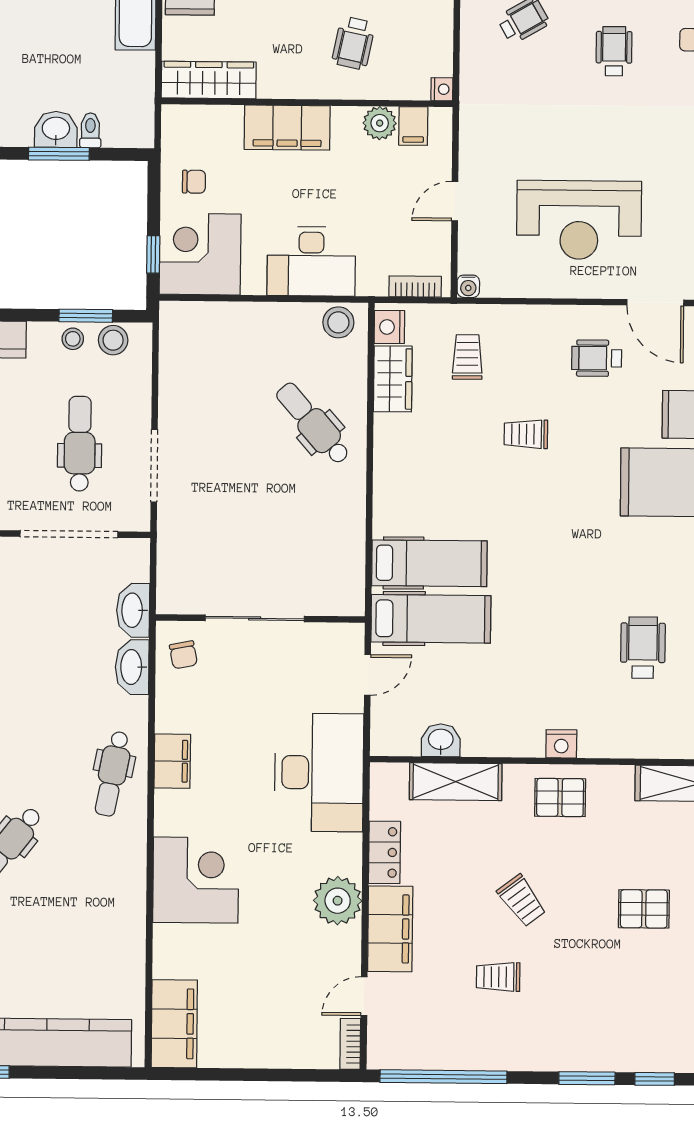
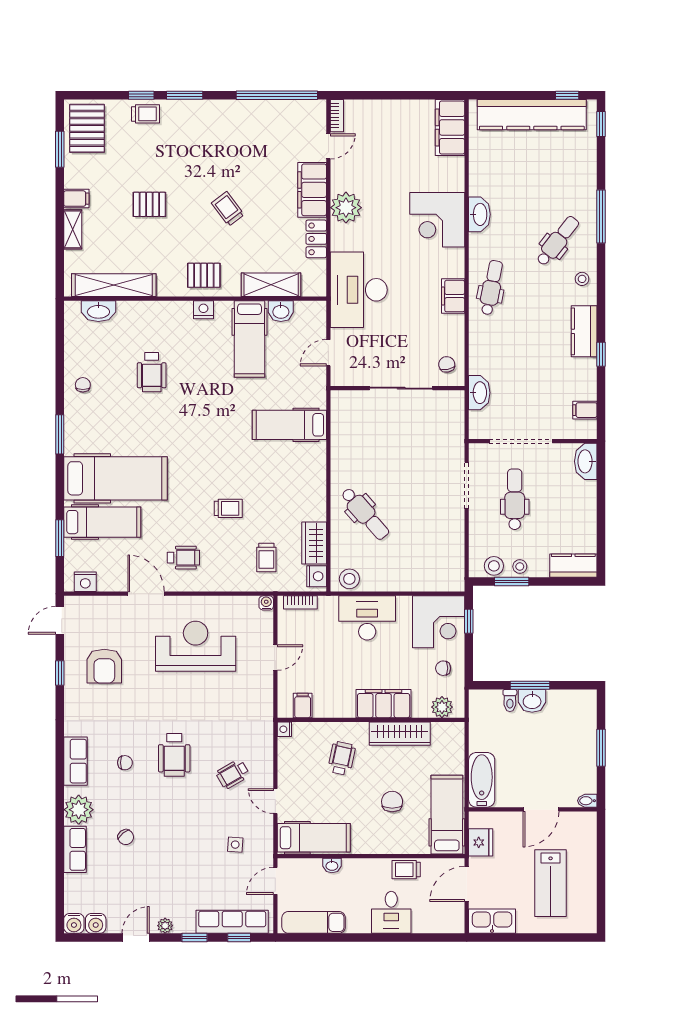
wheelchair: (614, 51) -> (174, 755), width x1.36, depth x1.37
wardrobe: (209, 80) -> (400, 734), moved
plant: (380, 123) -> (442, 707), moved
dental chair: (80, 444) -> (515, 499), turned 180
hospital bed: (431, 619) -> (250, 339), moved, turned -90
washbasin: (132, 667) -> (479, 214), moved
trolley: (498, 977) -> (146, 114), moved

